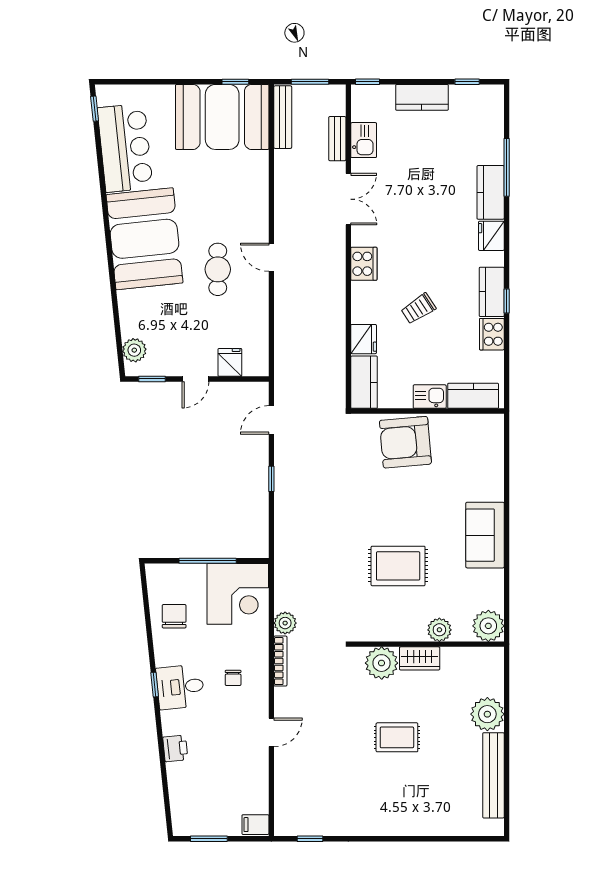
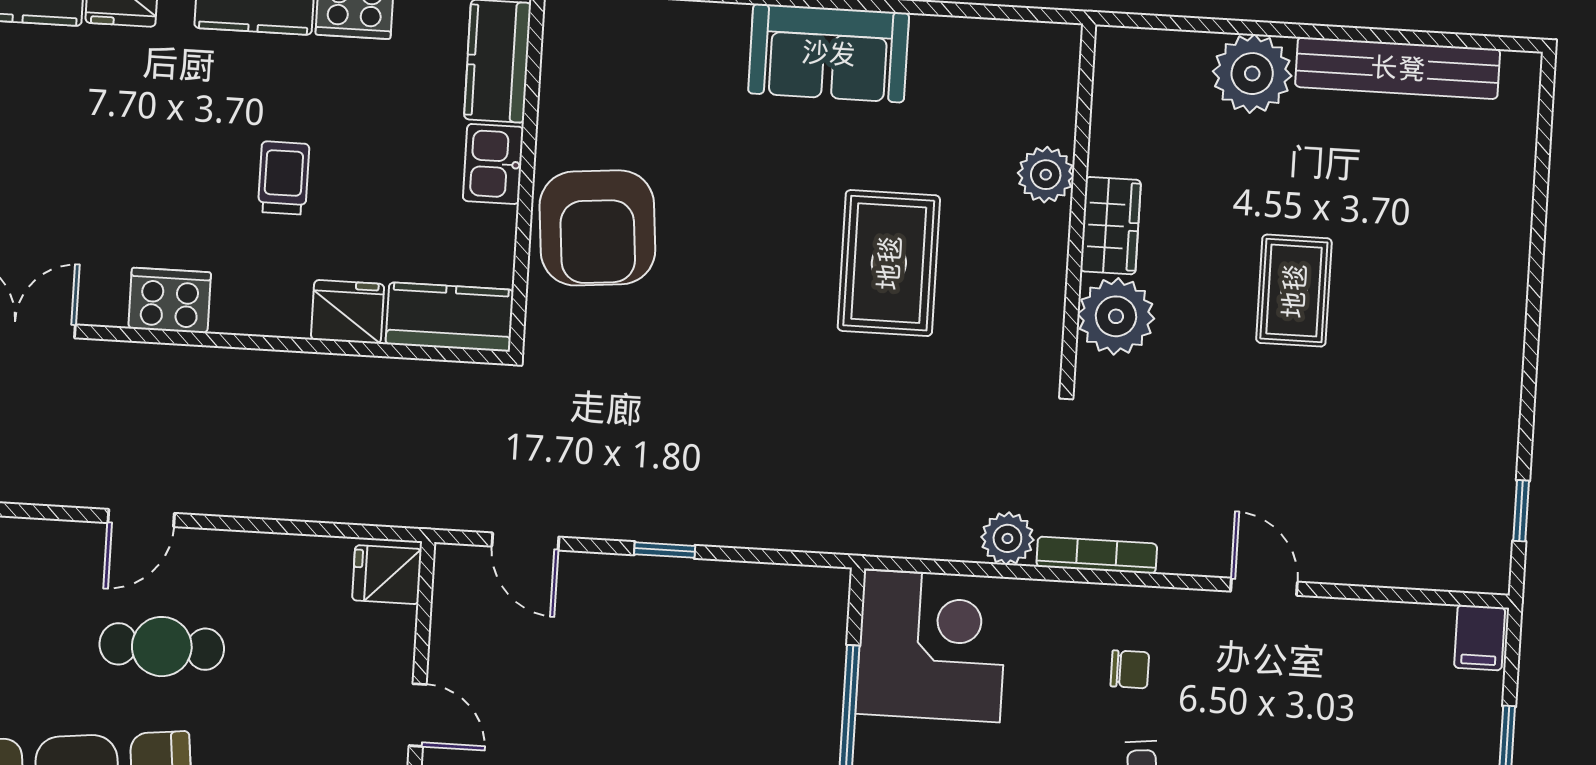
trolley: (418, 309) -> (284, 178), turned -147
fridge: (230, 362) -> (387, 575), moved
plant: (488, 626) -> (1044, 59), removed

